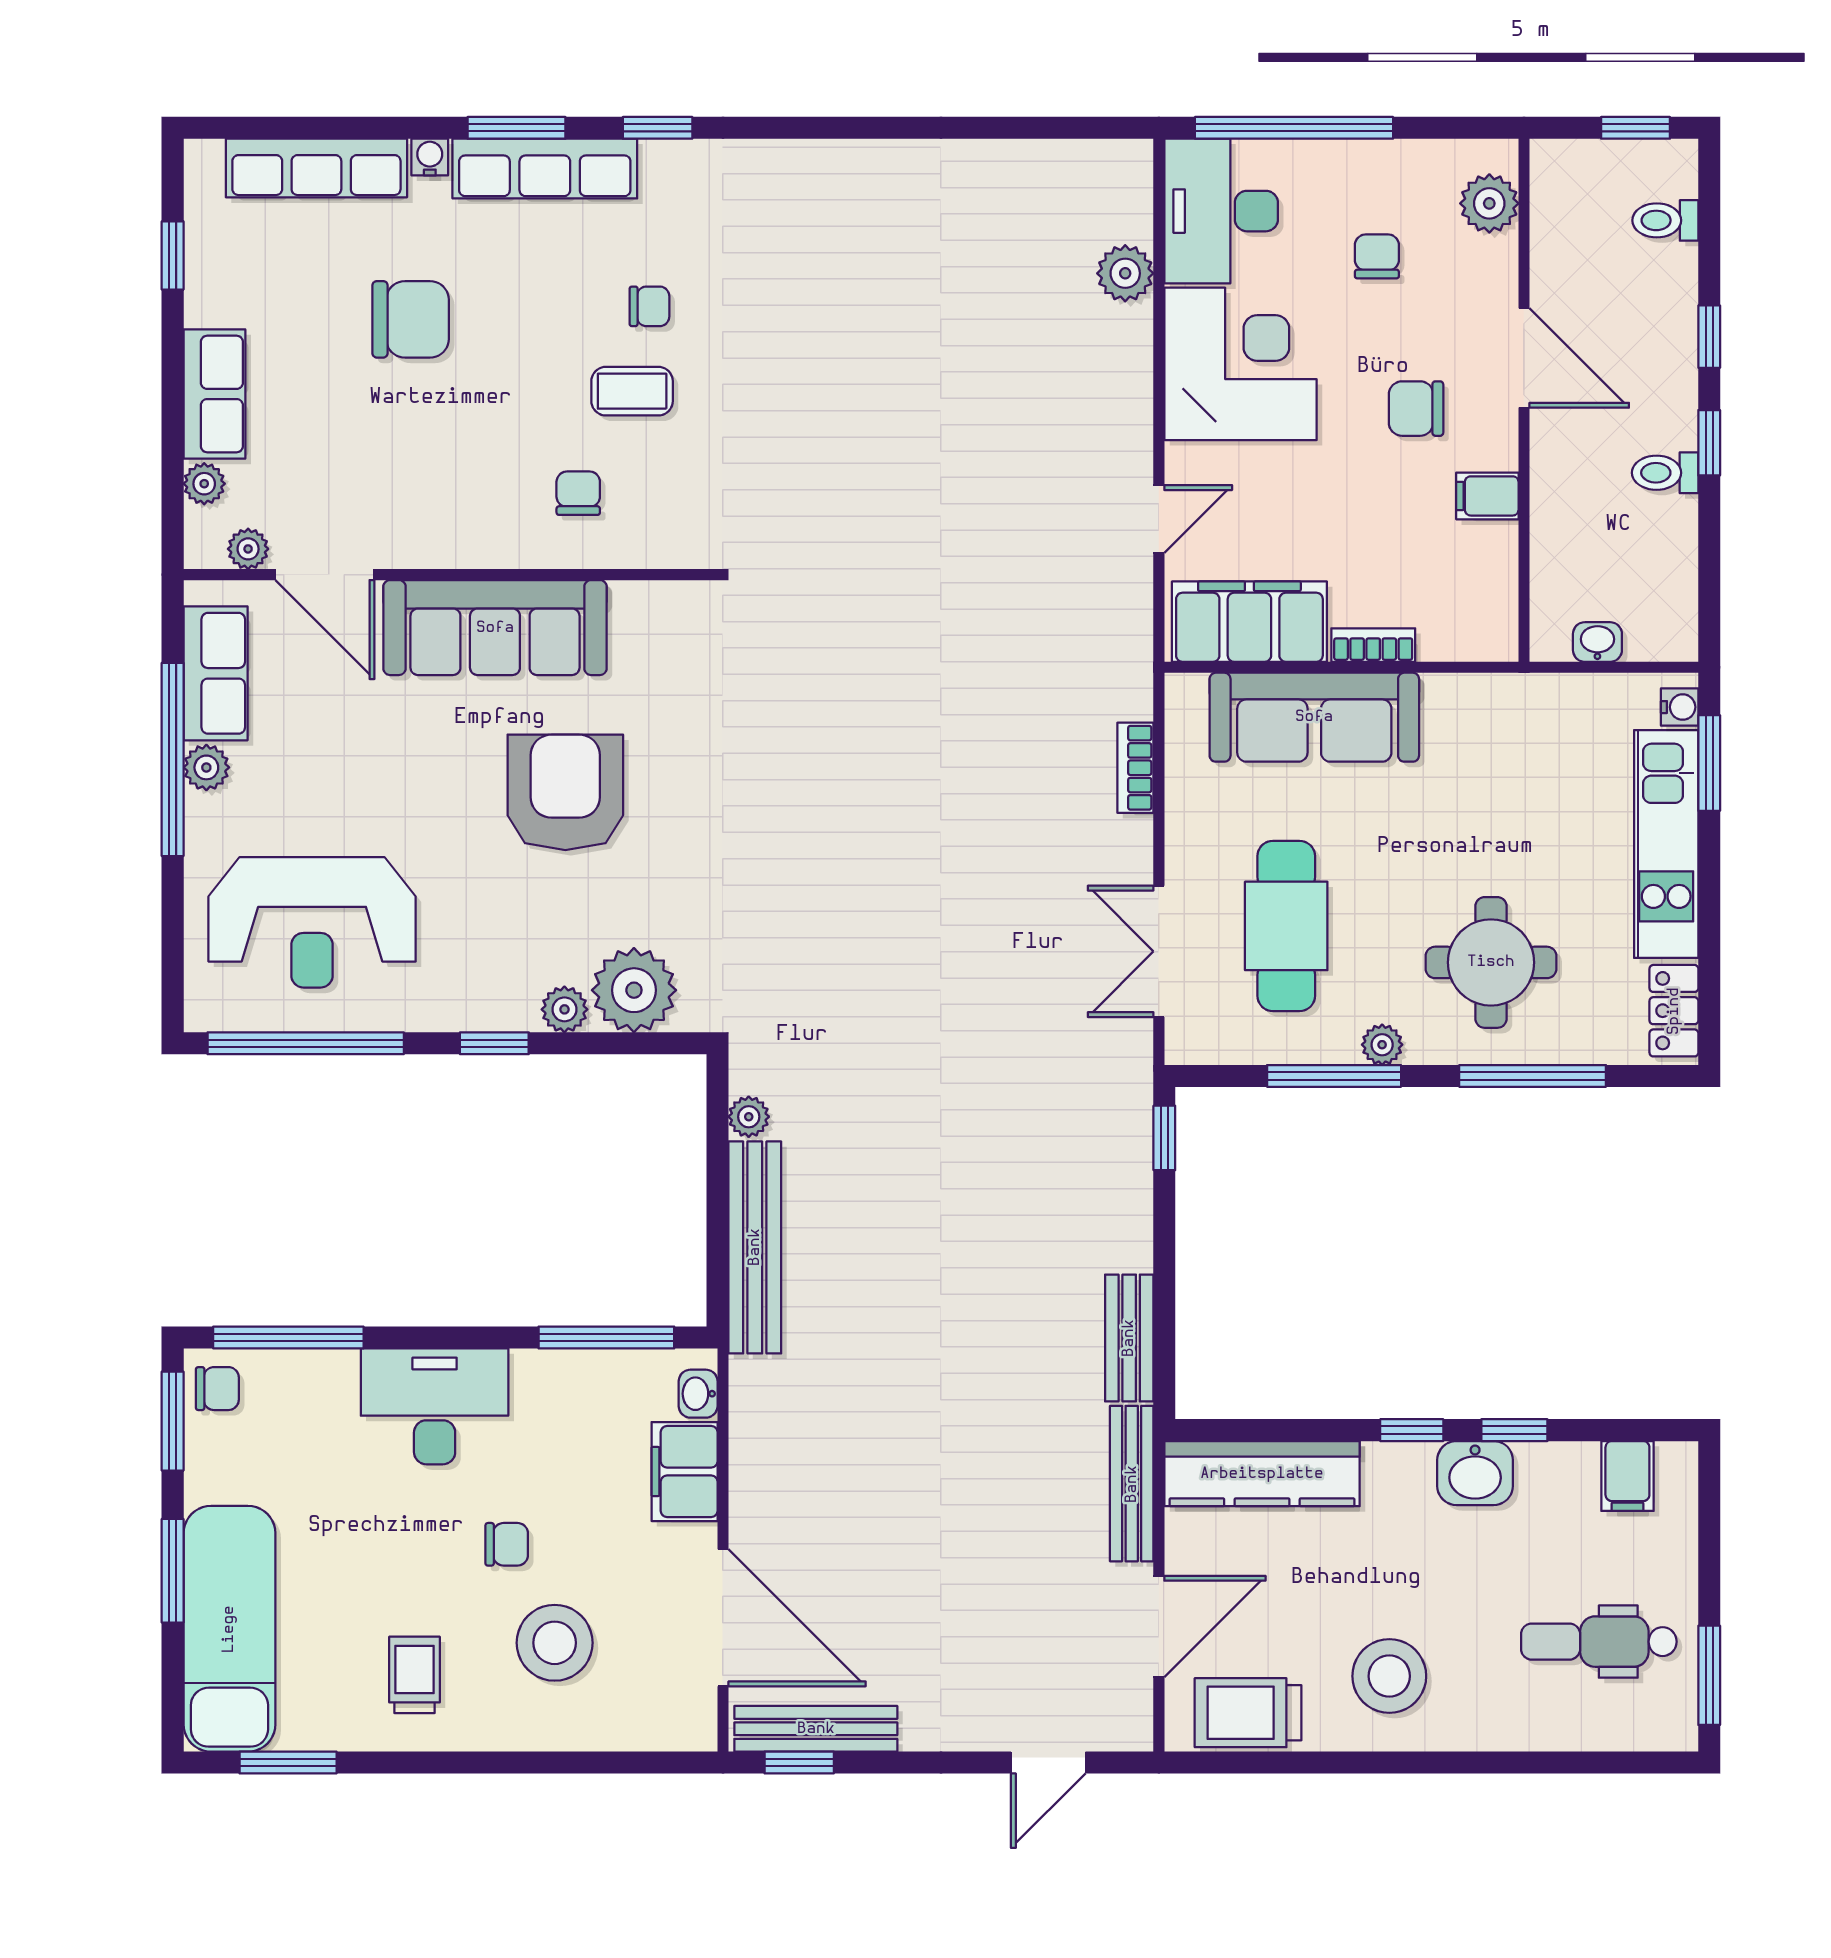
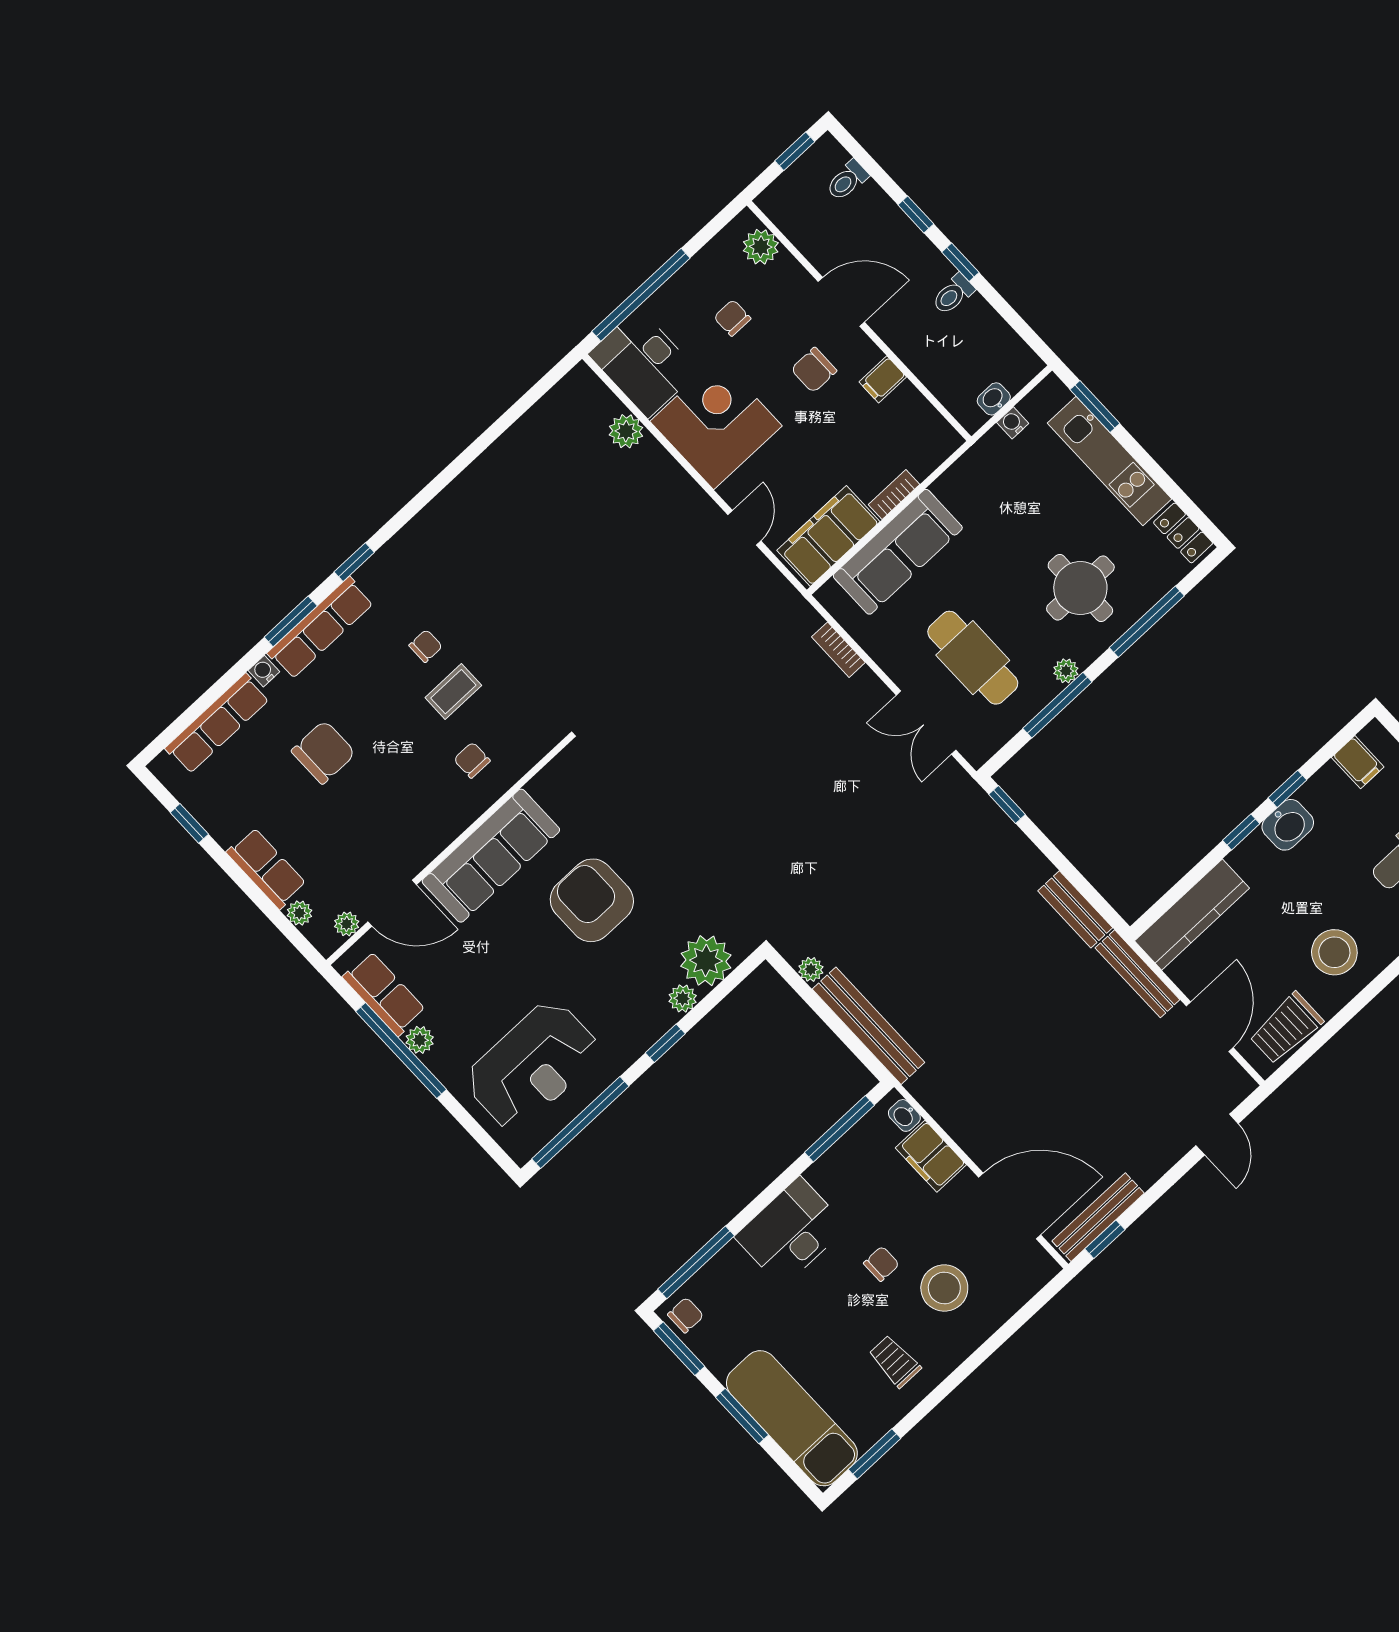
water cooler: (1680, 707) -> (1013, 423), moved, turned -90

